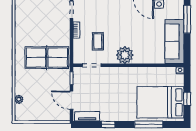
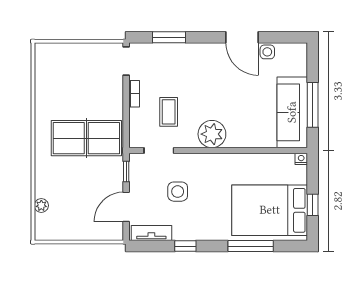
window: (187, 19) -> (313, 105), moved
side table: (103, 91) -> (178, 192), added
door: (71, 100) -> (126, 207), hinge flipped

